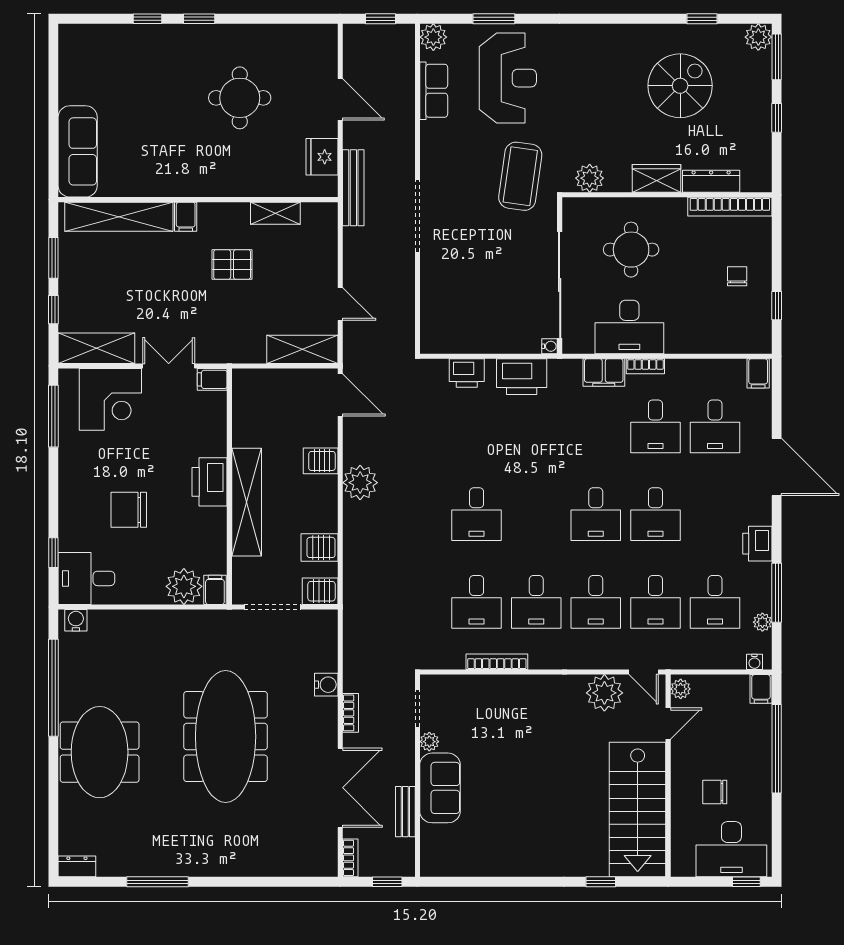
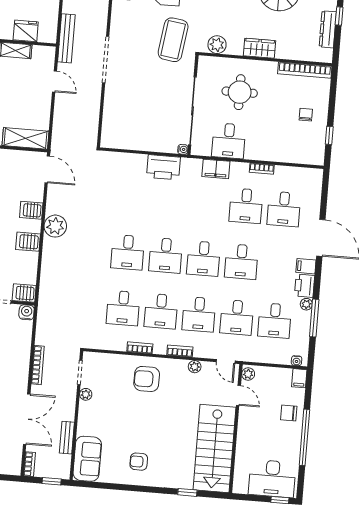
fridge: (322, 157) -> (26, 31), moved, turned 90
dresser: (711, 181) -> (328, 29), moved, turned -90
door: (340, 304) -> (54, 81), moved
desk: (629, 327) -> (229, 141), width x0.73
bookcase: (645, 366) -> (262, 169), moved
printer: (467, 373) -> (129, 162), removed
filing cabinet: (758, 373) -> (306, 266), moved, turned 90
desk: (536, 514) -> (166, 255), added
server rack: (320, 547) -> (28, 242), moved
plant: (762, 622) -> (306, 304), moved
bookcase: (497, 662) -> (140, 348), width x0.64
bookcase: (571, 662) -> (180, 351), added
water cooler: (326, 685) -> (27, 312), moved, turned -90
plant: (604, 693) -> (195, 367), width x0.53, depth x0.53
armchair: (523, 710) -> (147, 379), added
bookcase: (350, 713) -> (38, 365), width x1.56
door: (668, 724) -> (238, 395), hinge flipped
window: (777, 749) -> (304, 437), moved
sofa: (440, 788) -> (87, 459), moved
chair: (715, 792) -> (289, 413), moved
armchair: (521, 840) -> (139, 462), added

